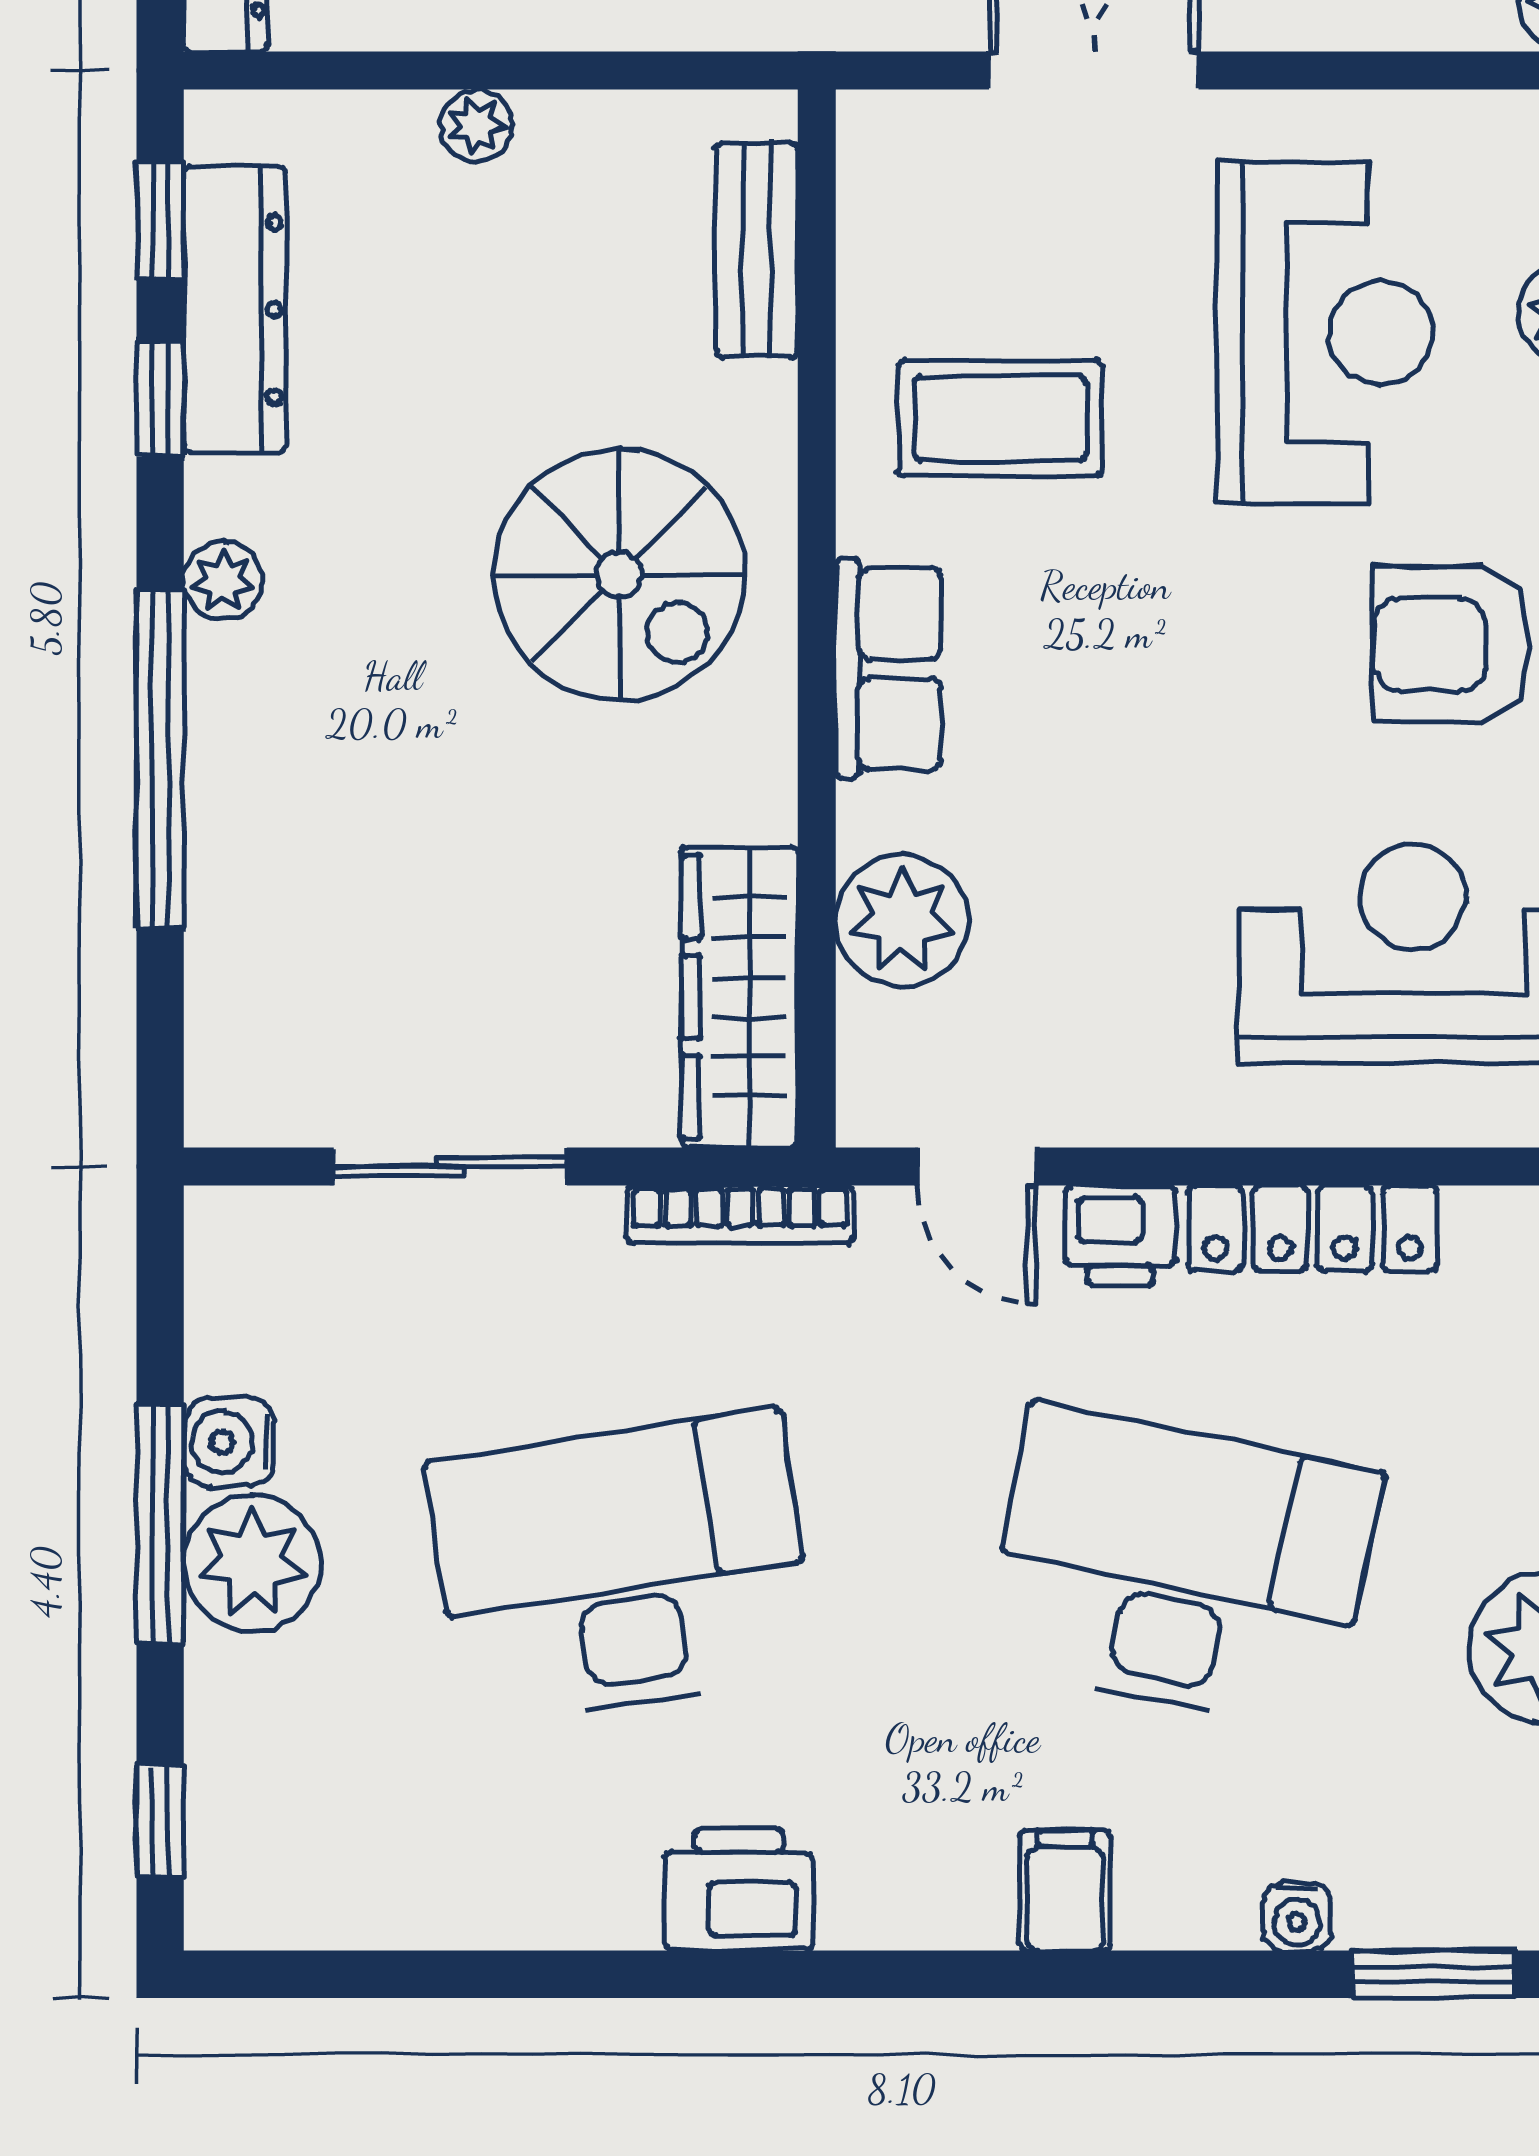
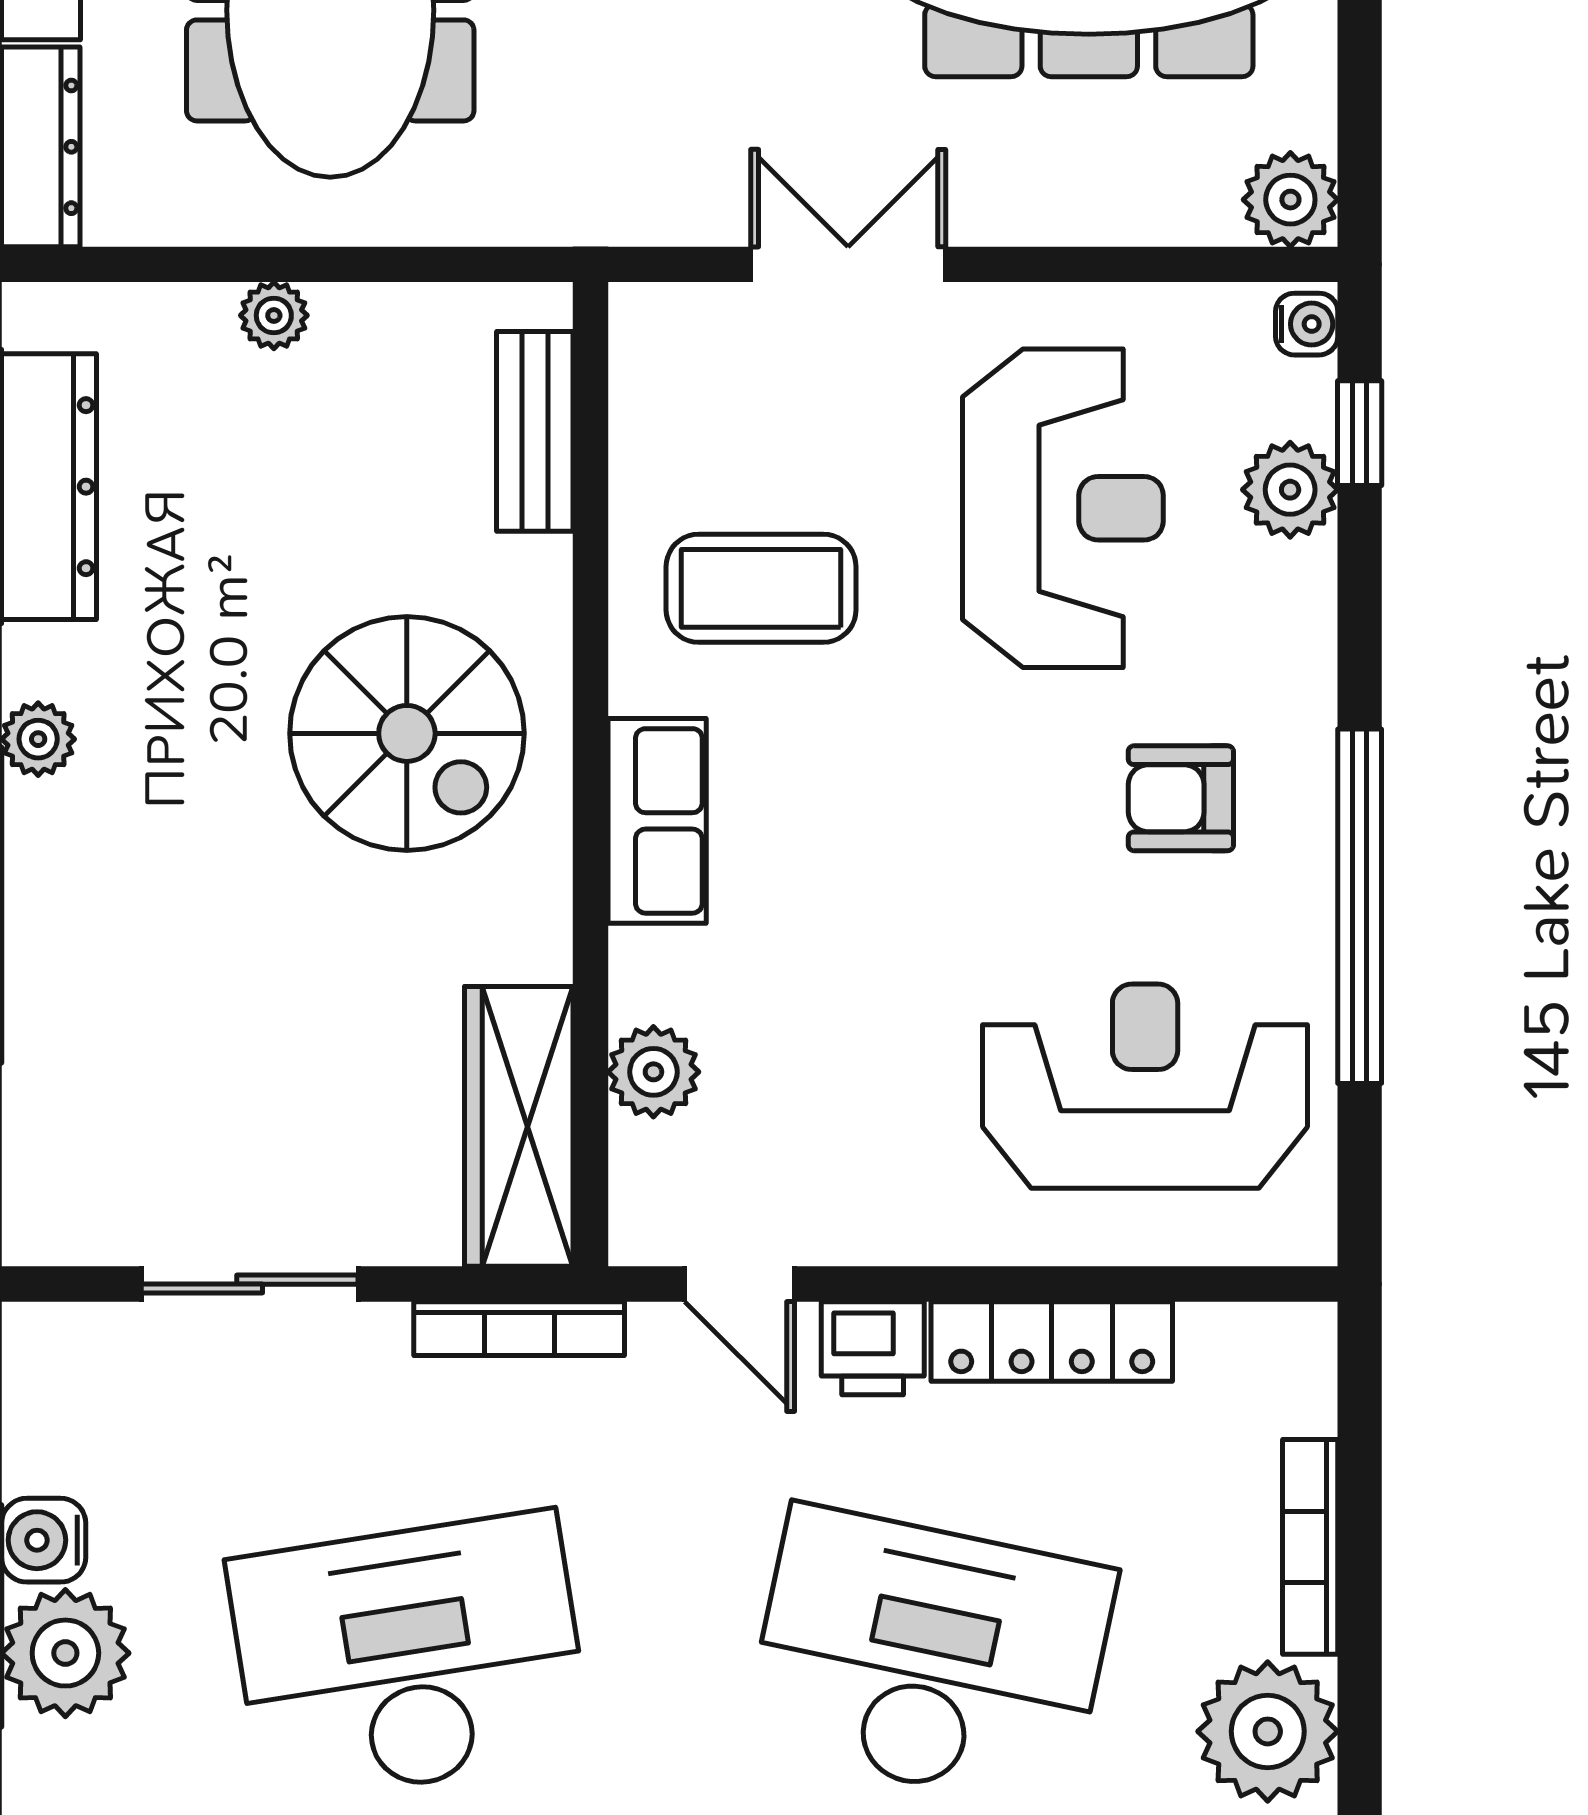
armchair: (1451, 644) -> (1181, 798), width x0.72, depth x0.72
plant: (902, 921) -> (653, 1072), width x0.73, depth x0.73

